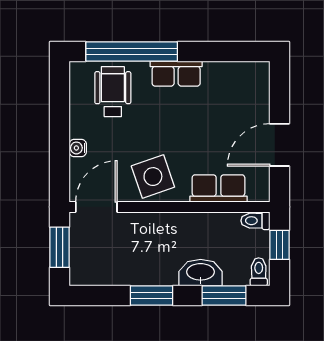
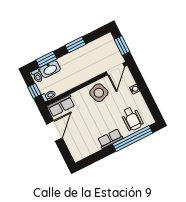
row of seats: (218, 188) -> (61, 106), moved
washbasin: (201, 273) -> (50, 69), moved

